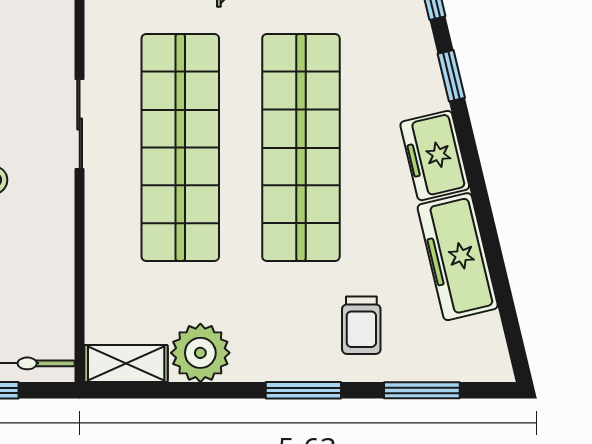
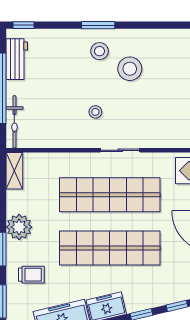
trolley: (361, 325) -> (31, 275), turned 180
plant: (200, 353) -> (19, 227), moved

